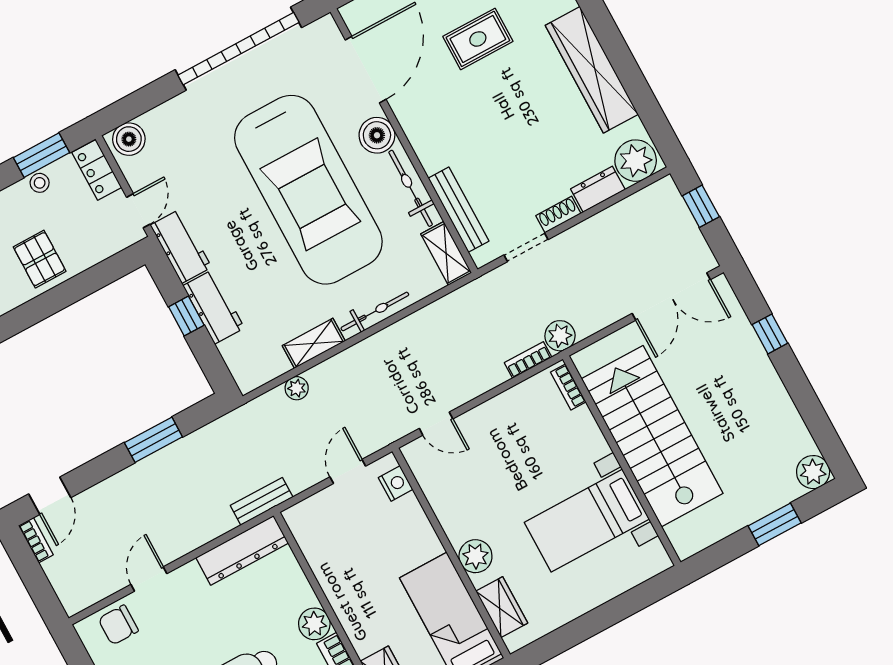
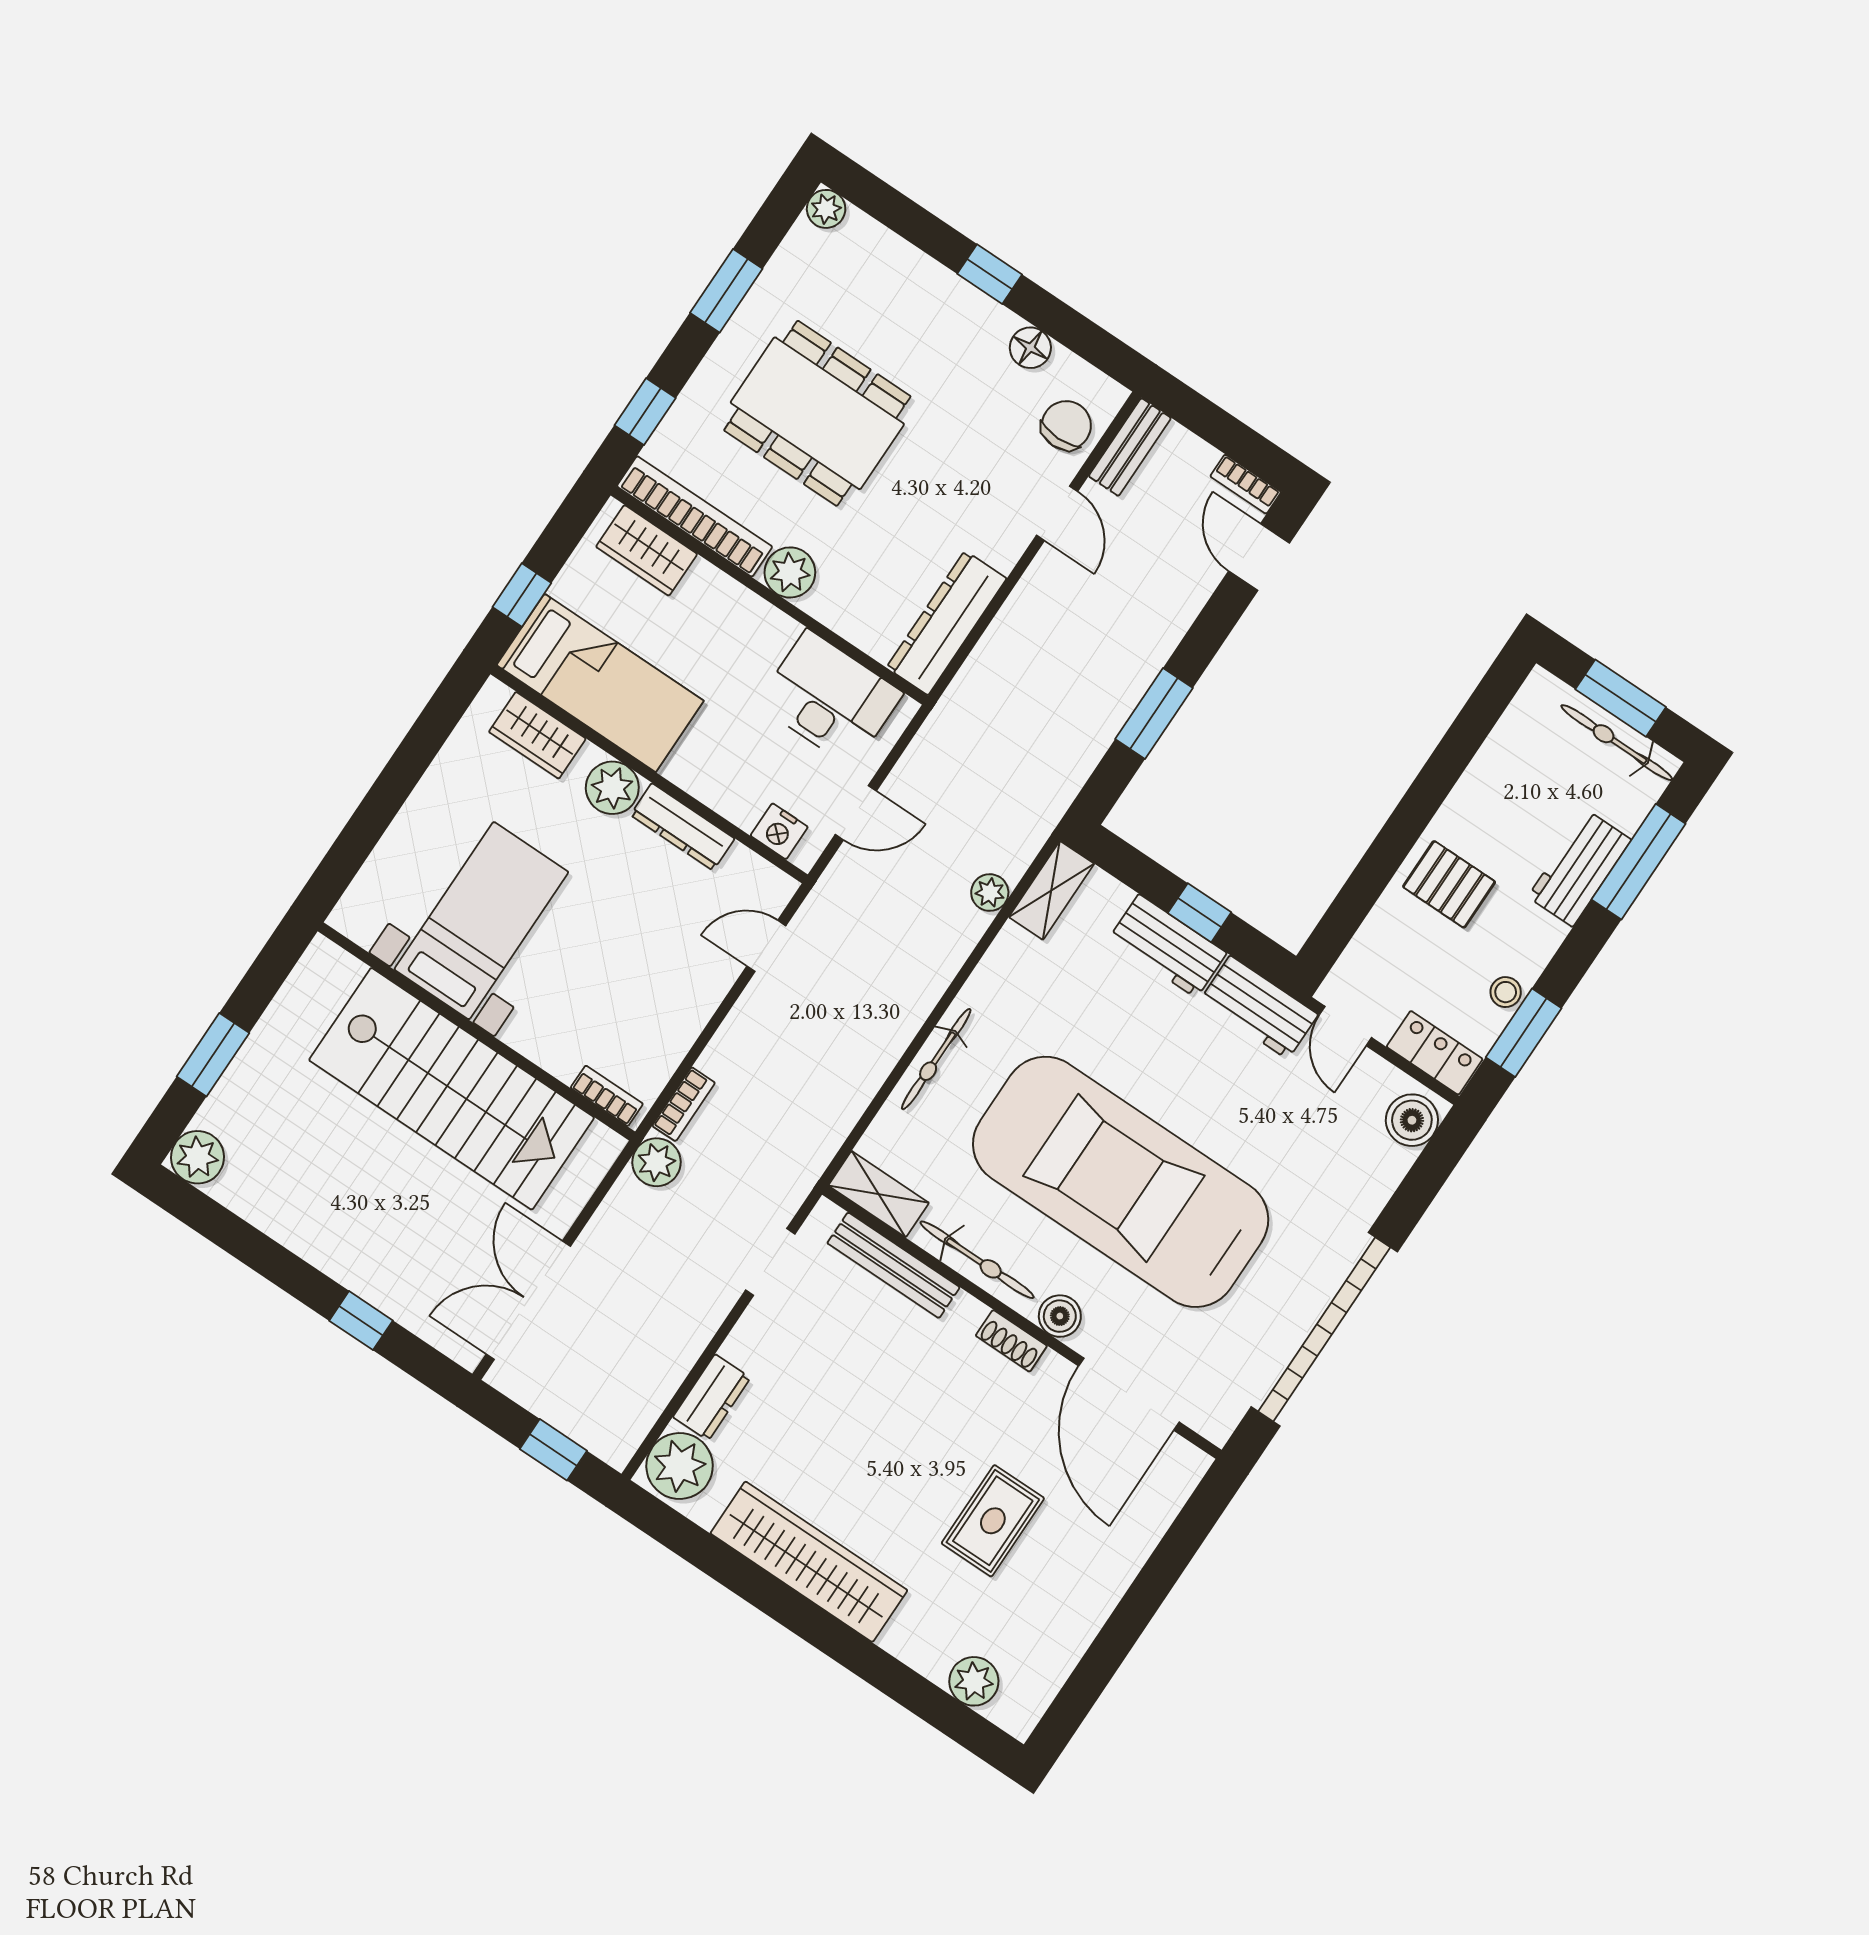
boiler: (377, 135) -> (1060, 1316), width x0.73, depth x0.73
shoe rack: (558, 215) -> (1011, 1341), moved, turned 90
shelving: (314, 343) -> (1051, 890), moved
door: (348, 471) -> (856, 813), hinge flipped
bench: (262, 501) -> (1130, 447), moved
dresser: (448, 514) -> (682, 827), added
desk: (329, 542) -> (830, 698), added

